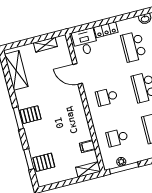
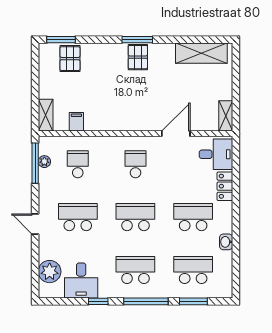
shelving: (45, 45) -> (226, 116), moved
window: (29, 159) -> (61, 40), moved

